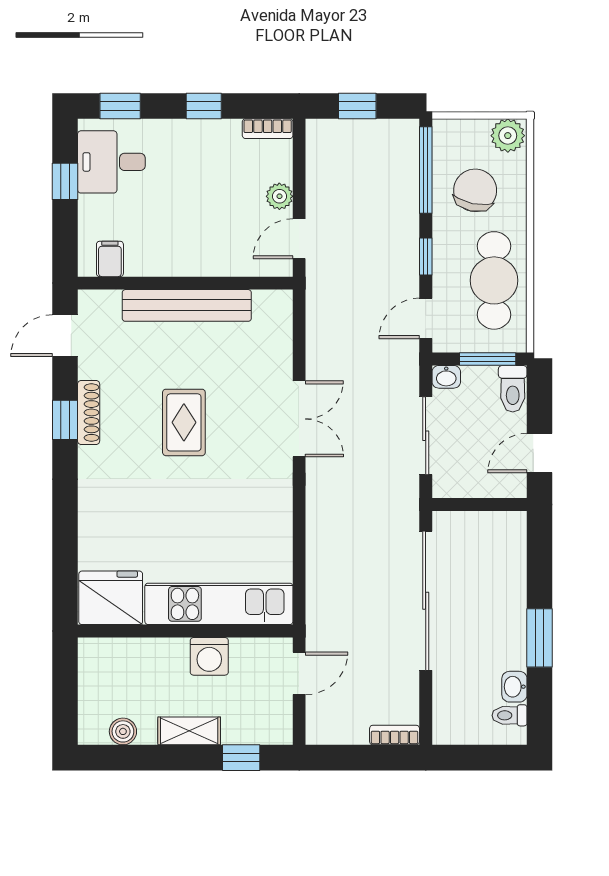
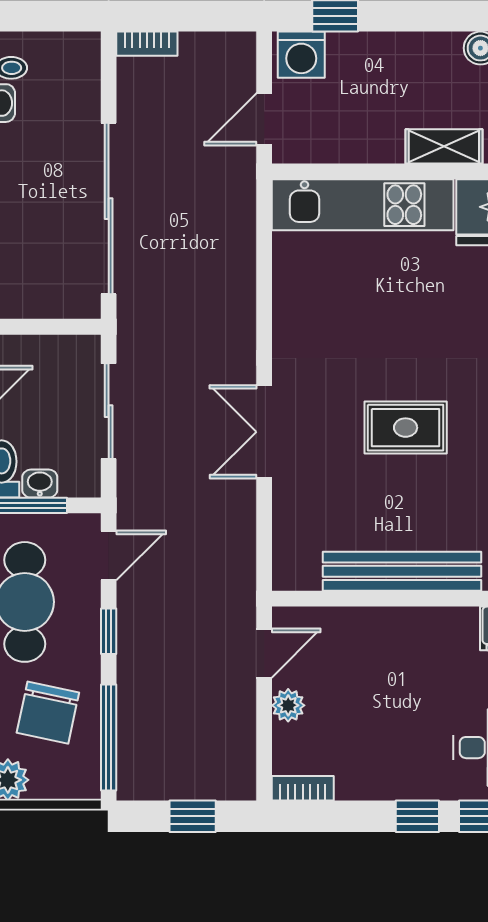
window: (204, 106) -> (417, 816), moved
washbasin: (446, 377) -> (40, 484), moved
rug: (184, 422) -> (406, 428), turned 90
washing machine: (209, 656) -> (301, 55), moved, turned 180
shelving: (189, 731) -> (444, 146), moved

